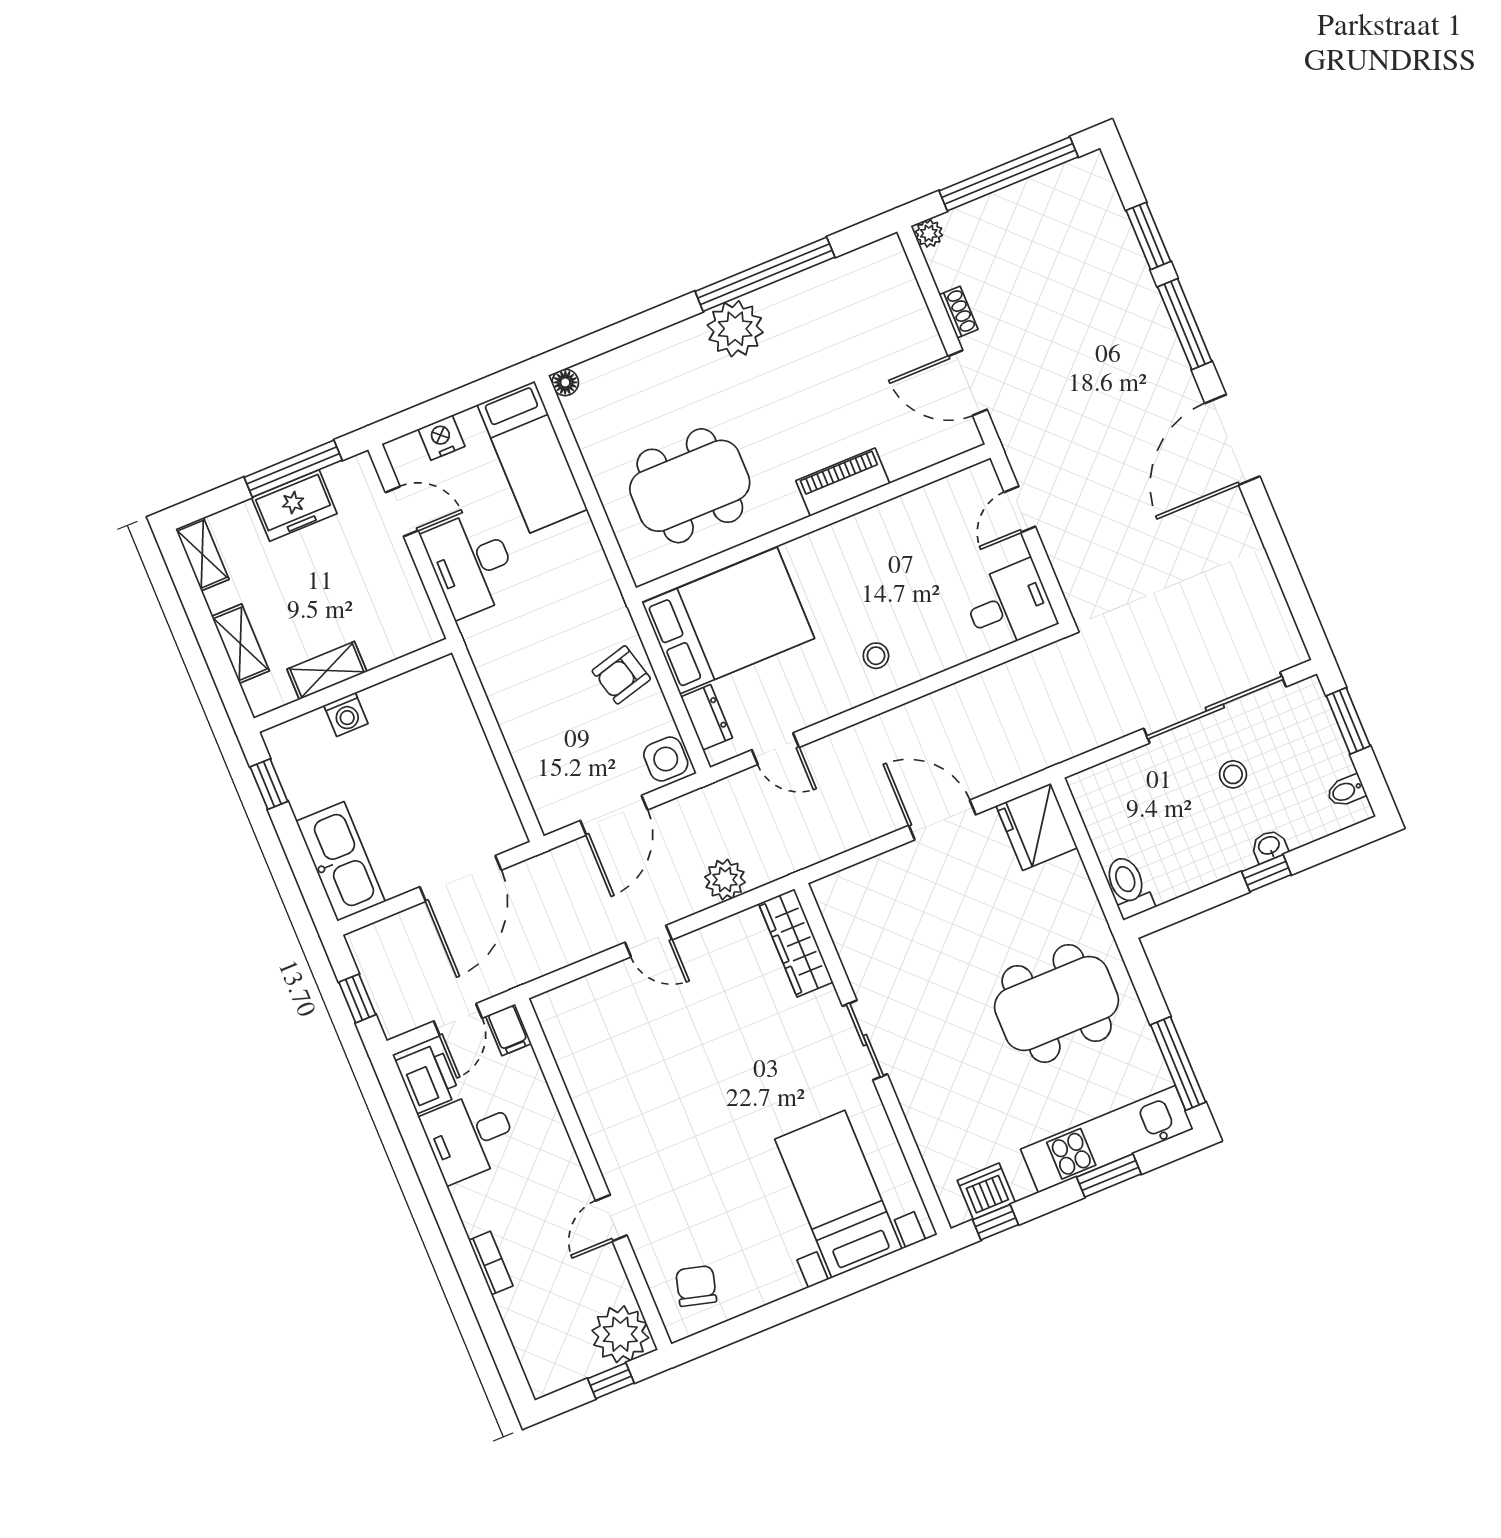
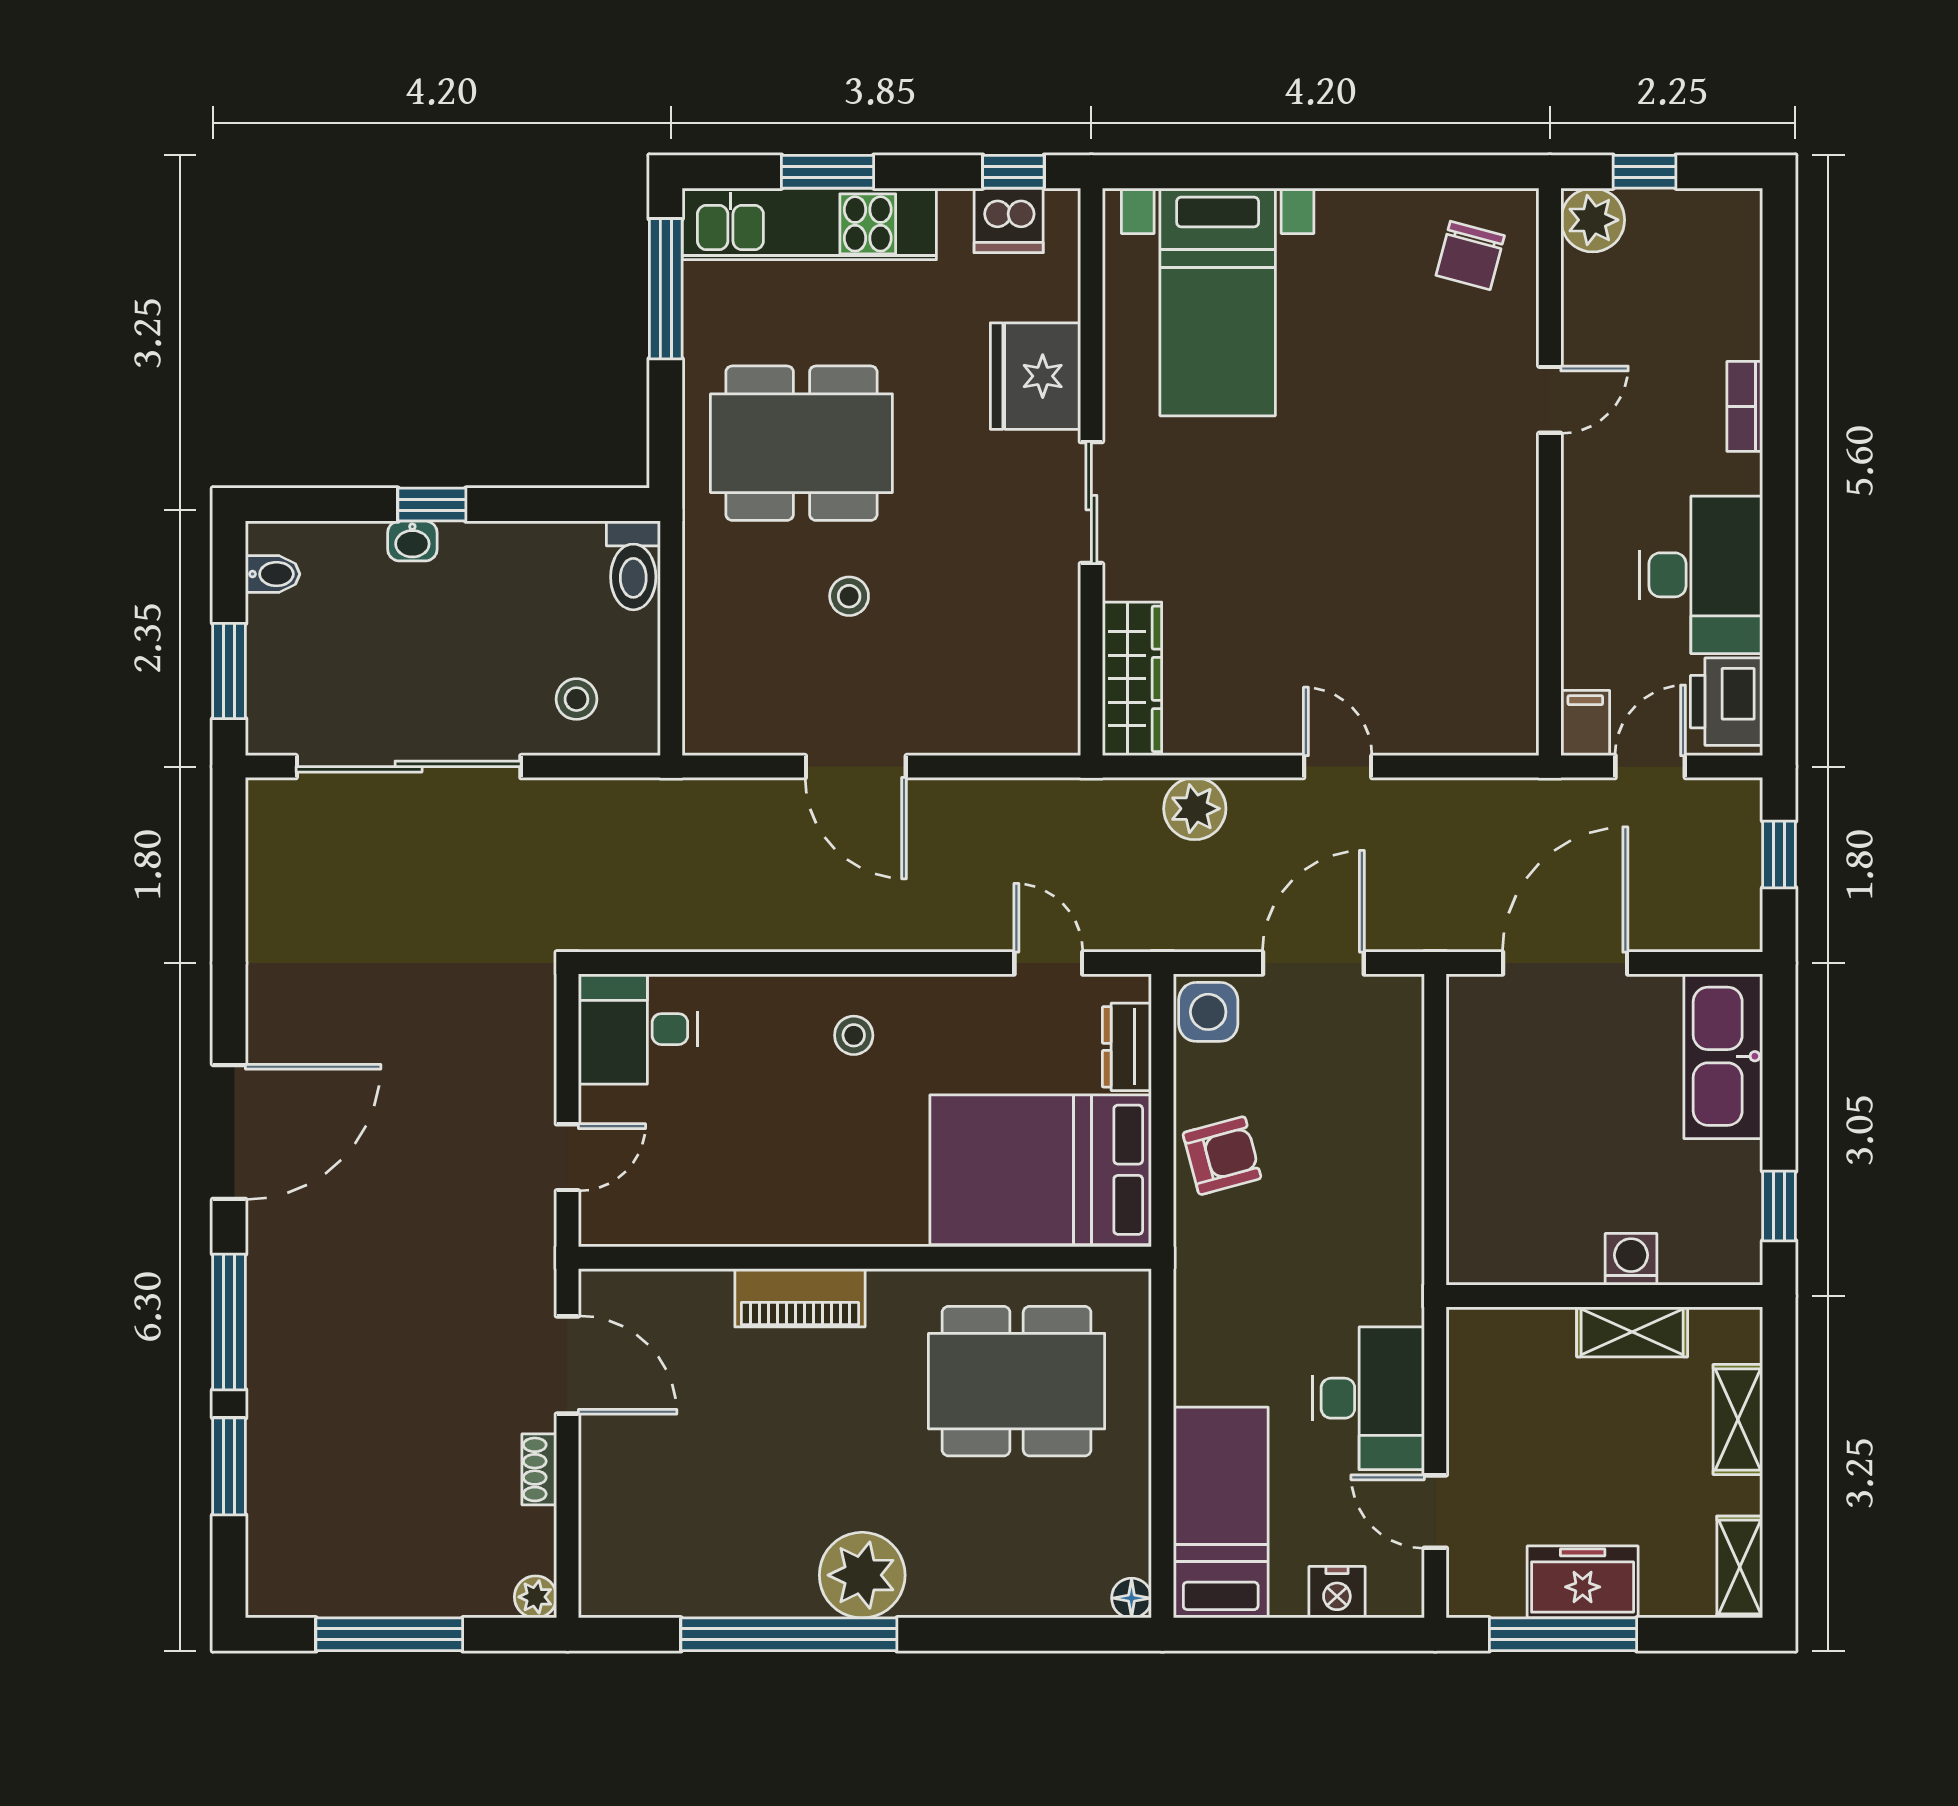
window: (1009, 174) -> (389, 1634), width x0.68
stool: (1233, 774) -> (576, 699), moved
fridge: (1037, 827) -> (1035, 376), moved, turned 180
stool: (989, 922) -> (849, 596), added
desk: (470, 1136) -> (1701, 575), width x1.37
plant: (620, 1334) -> (1593, 220), width x0.73, depth x0.73

